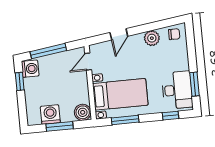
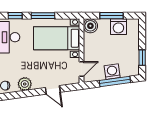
door: (119, 34) -> (53, 90), swing flipped
washing machine: (30, 69) -> (112, 72), moved, turned 82
window: (125, 120) -> (43, 16), moved

